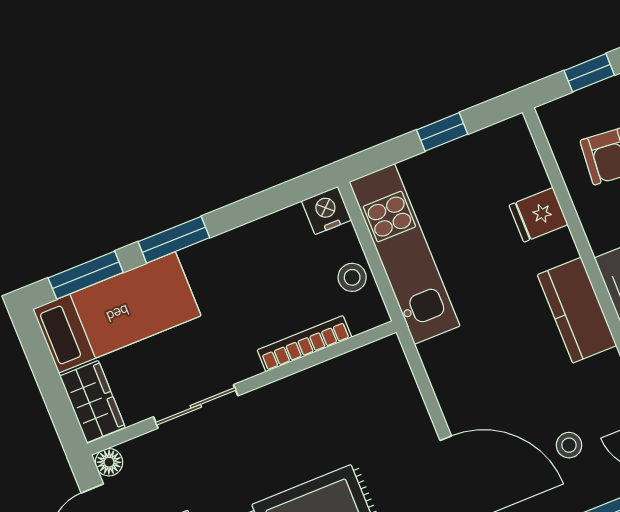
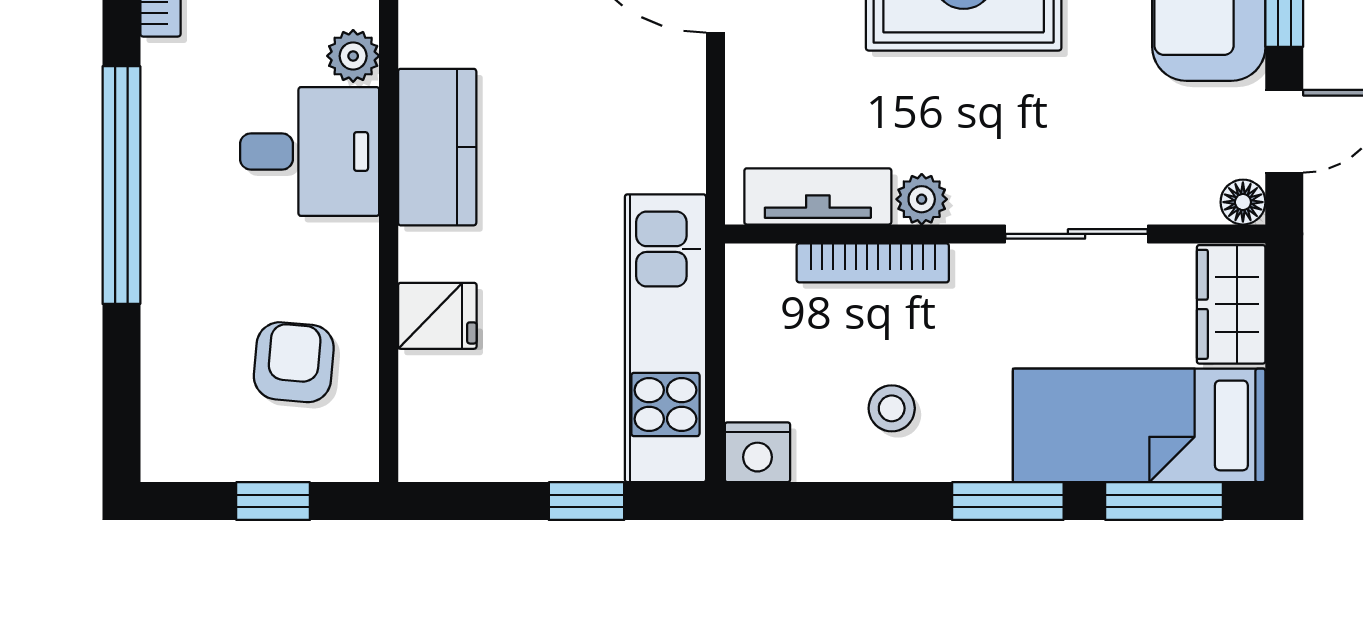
window: (442, 132) -> (586, 501), moved
stool: (352, 277) -> (892, 408), moved
tv unit: (351, 369) -> (818, 196), added
plant: (291, 391) -> (922, 199), added

